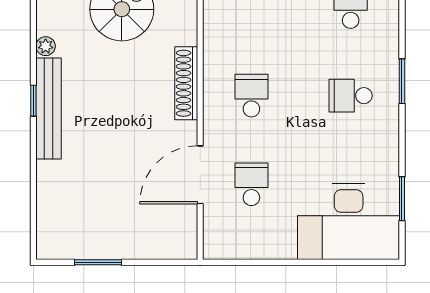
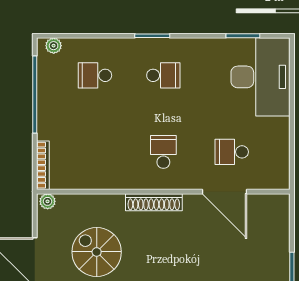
school desk: (251, 96) -> (163, 152), turned 90
school desk: (351, 96) -> (163, 75), turned -90

